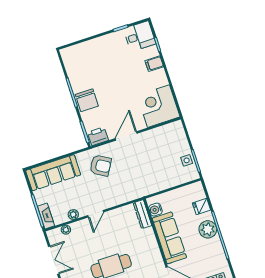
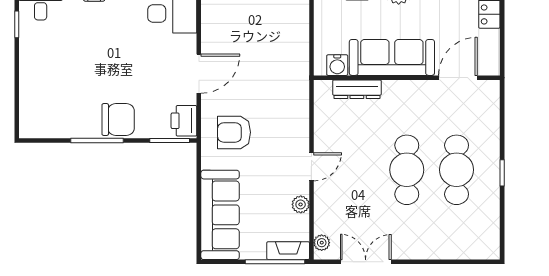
door: (126, 136) -> (199, 74), swing flipped
armchair: (100, 166) -> (234, 132), turned -120
door: (96, 214) -> (311, 167), hinge flipped
dresser: (142, 214) -> (357, 89), moved
plant: (66, 230) -> (322, 243), moved

